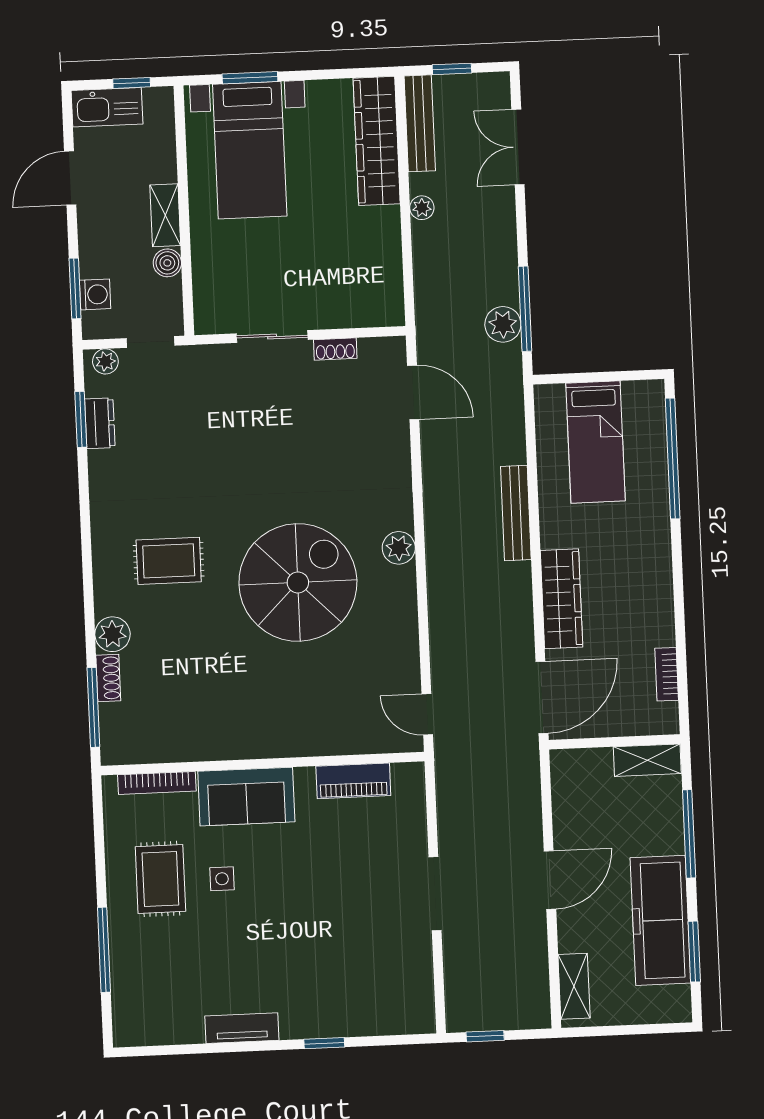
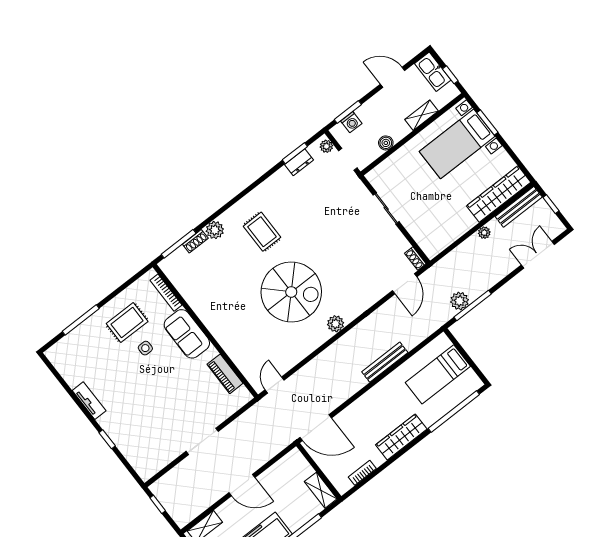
shelving: (165, 215) -> (421, 115), moved
shoe rack: (335, 349) -> (415, 258), moved
wardrobe: (562, 599) -> (401, 437), moved, turned 180

